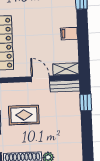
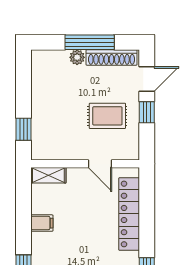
door: (40, 79) -> (100, 164), moved
bench: (65, 86) -> (51, 153), removed

